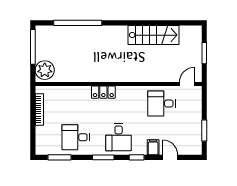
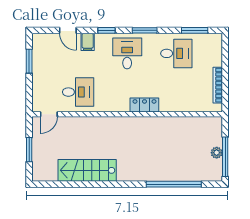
plant: (45, 70) -> (217, 153), moved, width x0.53, depth x0.53

